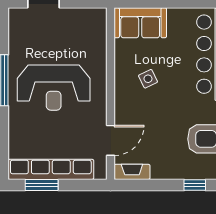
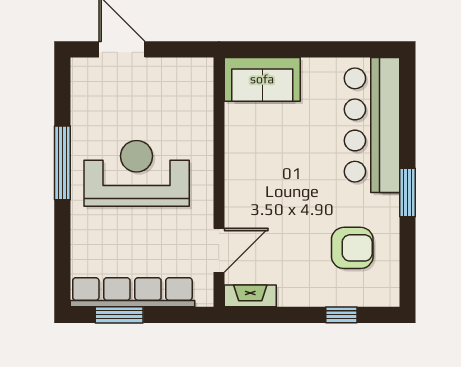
side table: (148, 79) -> (274, 161), removed
reception desk: (54, 88) -> (137, 173), turned 180

